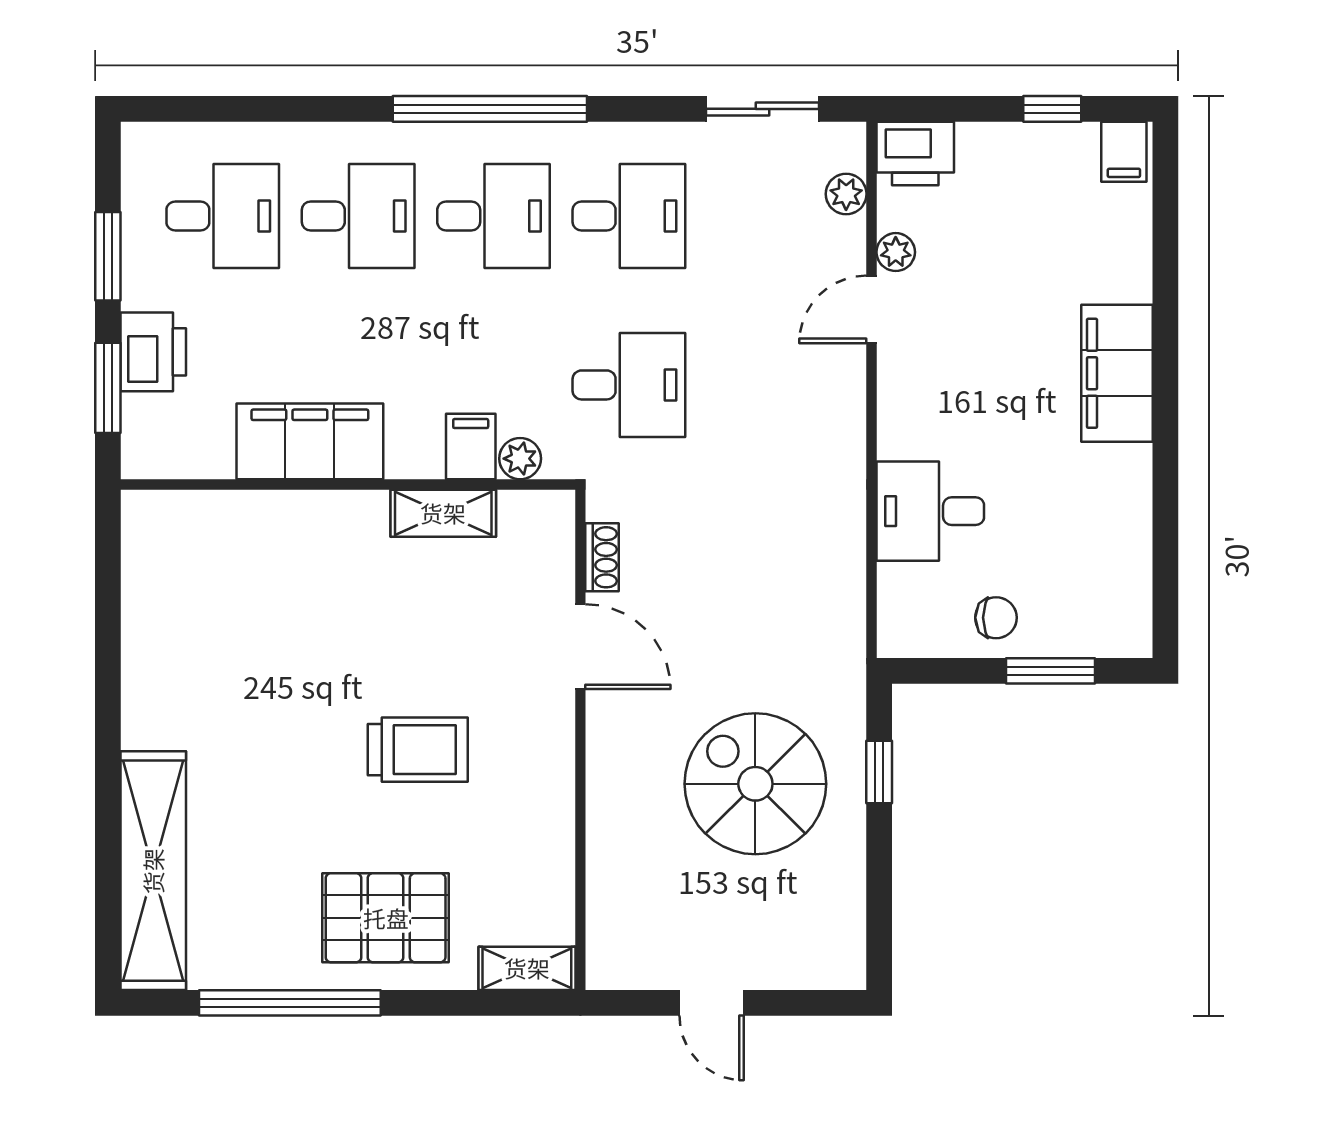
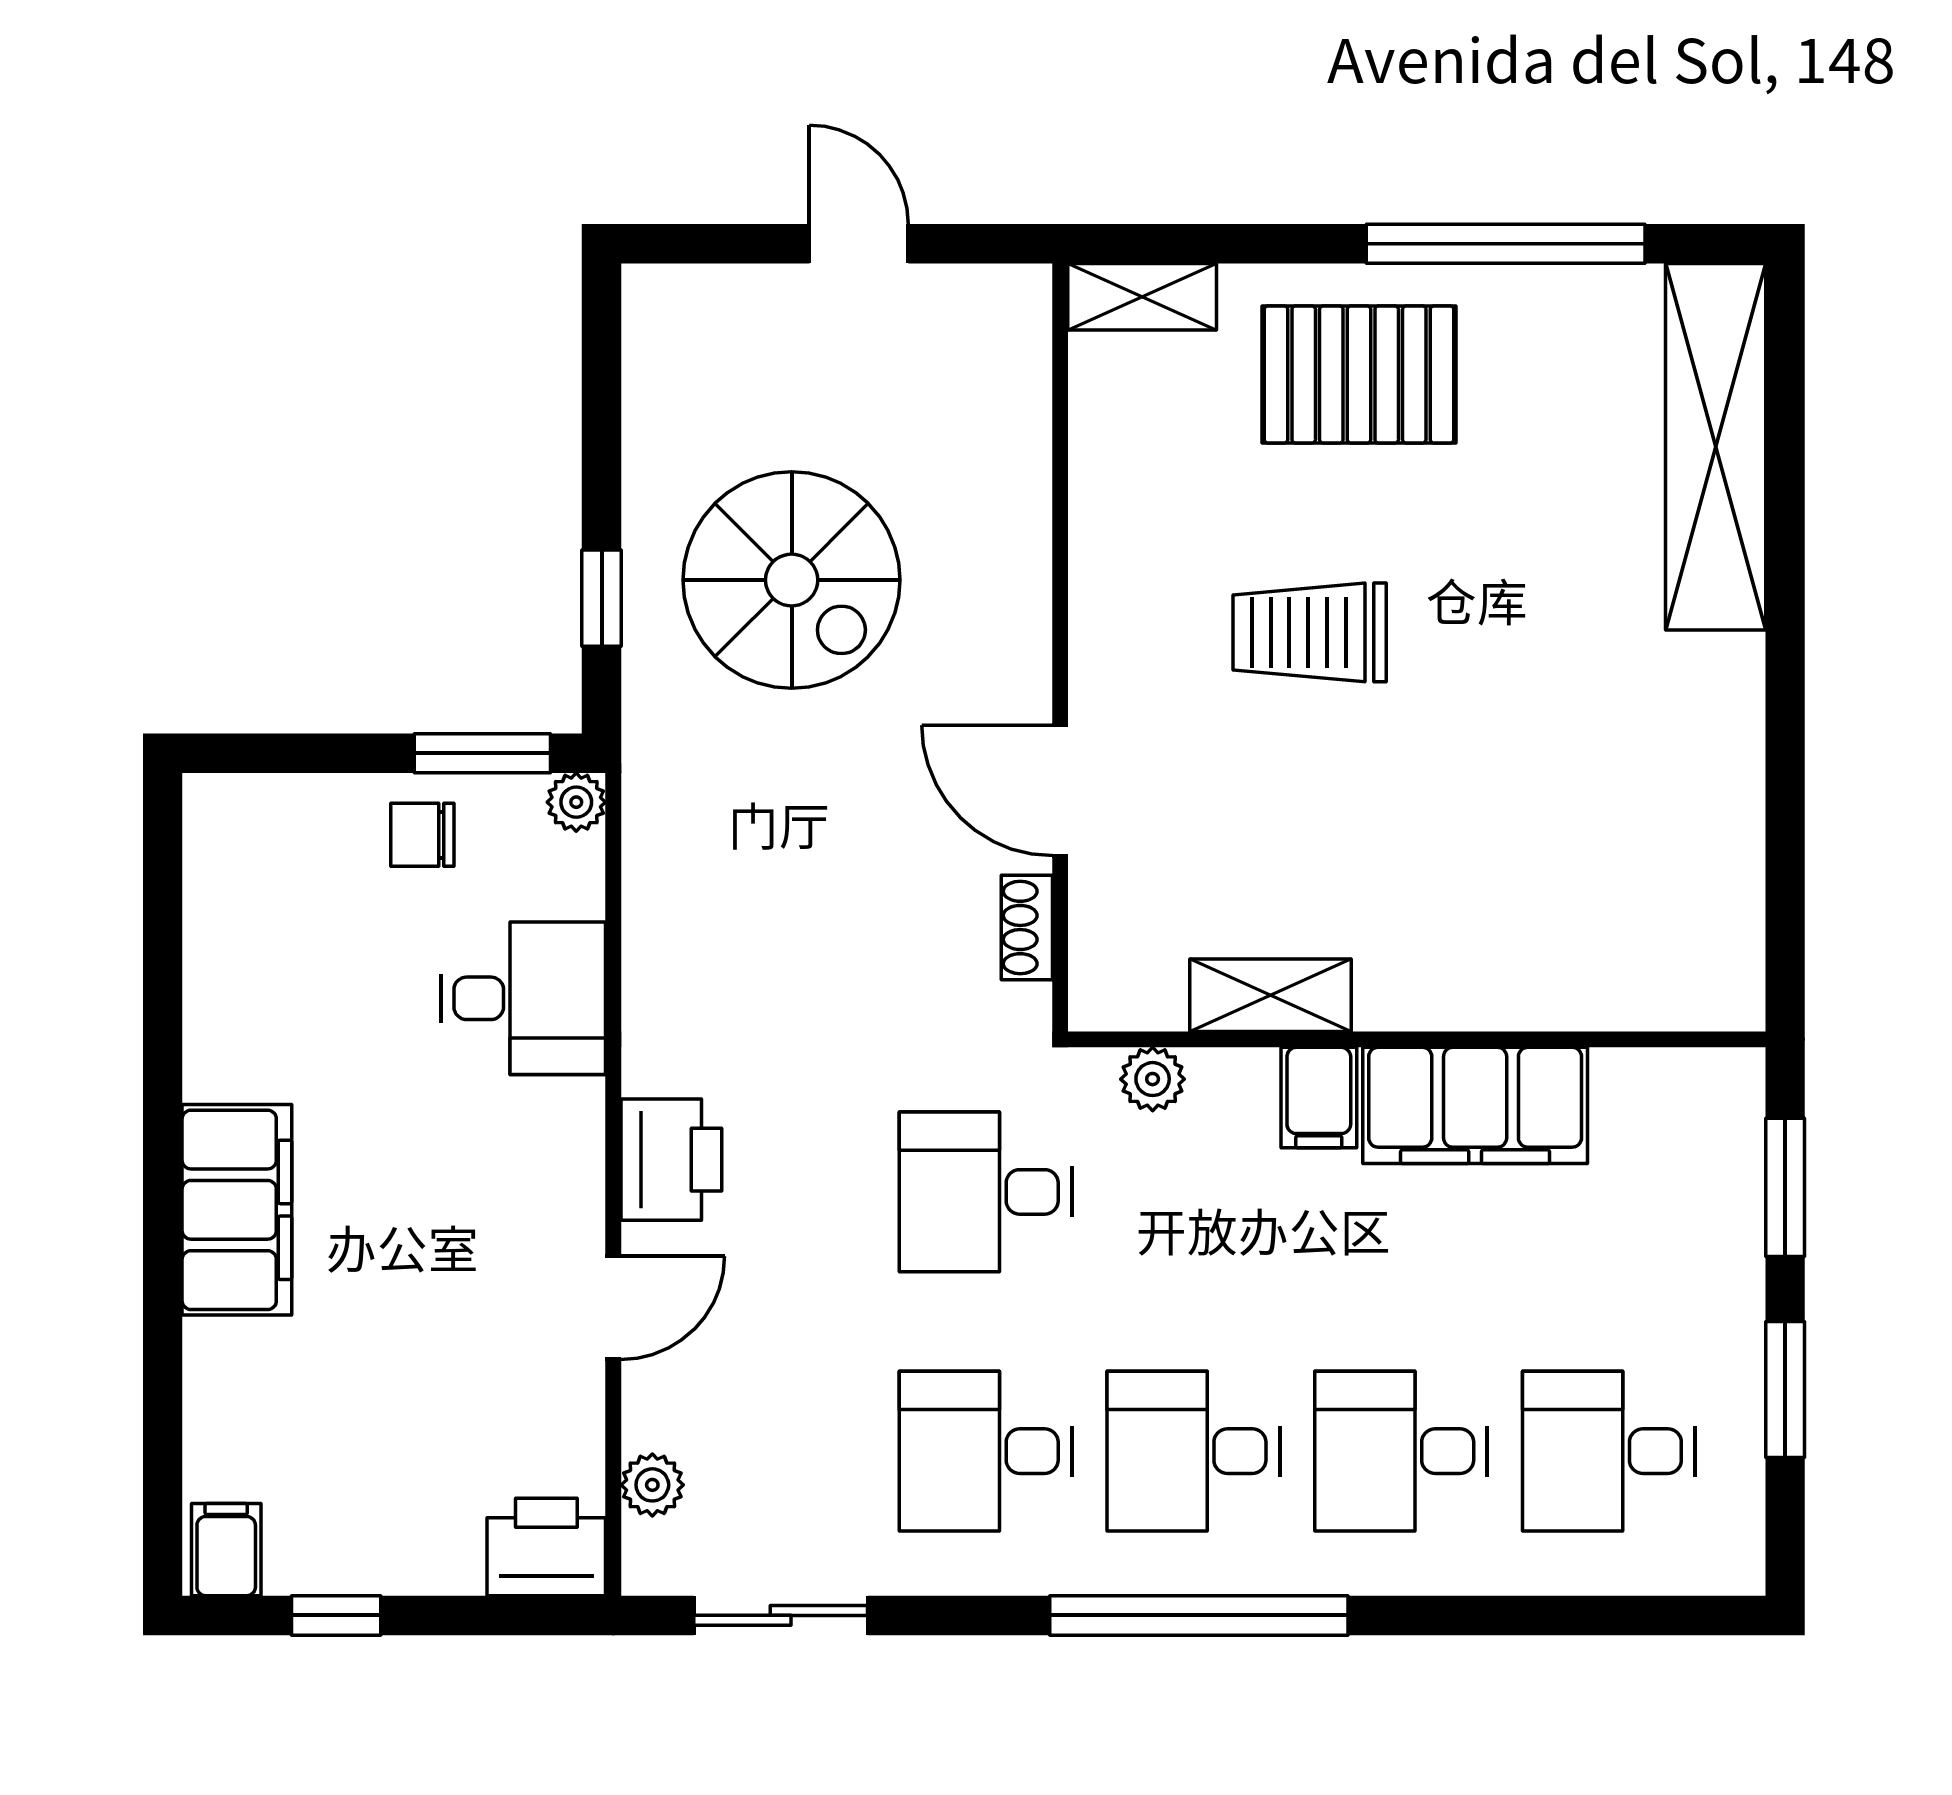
plant: (896, 252) -> (576, 802), moved
printer: (153, 352) -> (671, 1160), moved, turned 180
filing cabinet: (471, 446) -> (1319, 1098), moved
window: (1051, 671) -> (482, 753), moved

